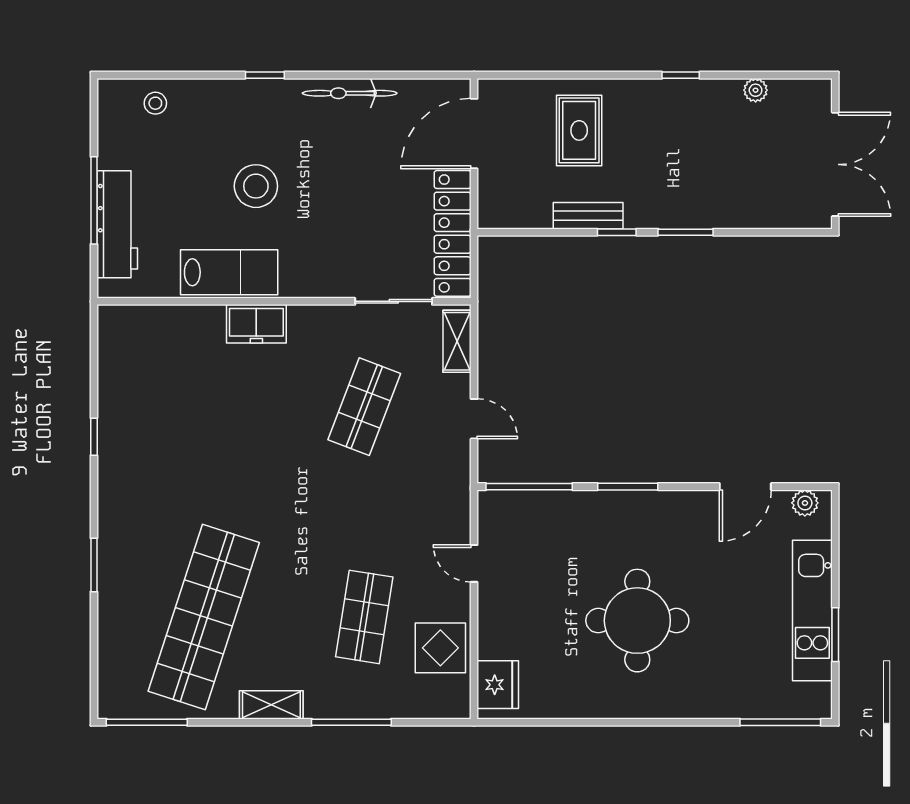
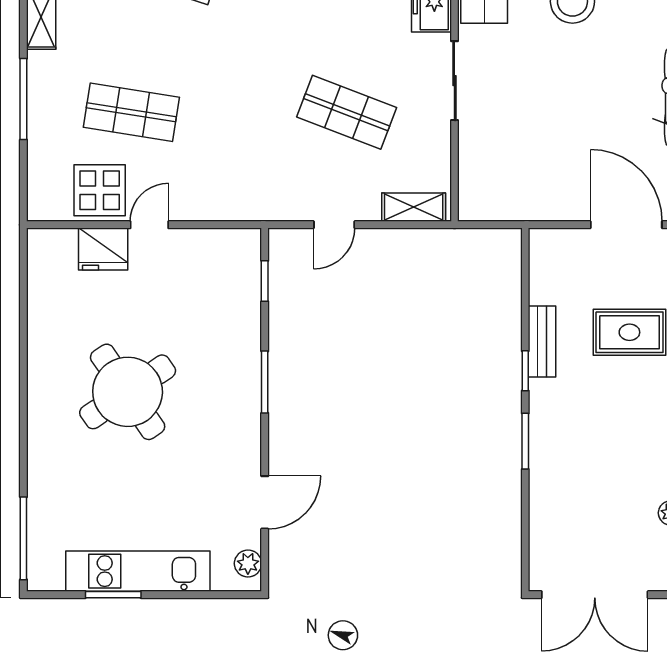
locker: (453, 233) -> (524, 203), removed
sliding door: (394, 301) -> (454, 81), moved
window: (529, 487) -> (265, 281), width x0.46
door: (745, 487) -> (265, 502), swing flipped
door: (474, 563) -> (149, 225), moved
round table: (637, 621) -> (128, 392), turned -34
fridge: (498, 685) -> (103, 249), moved

